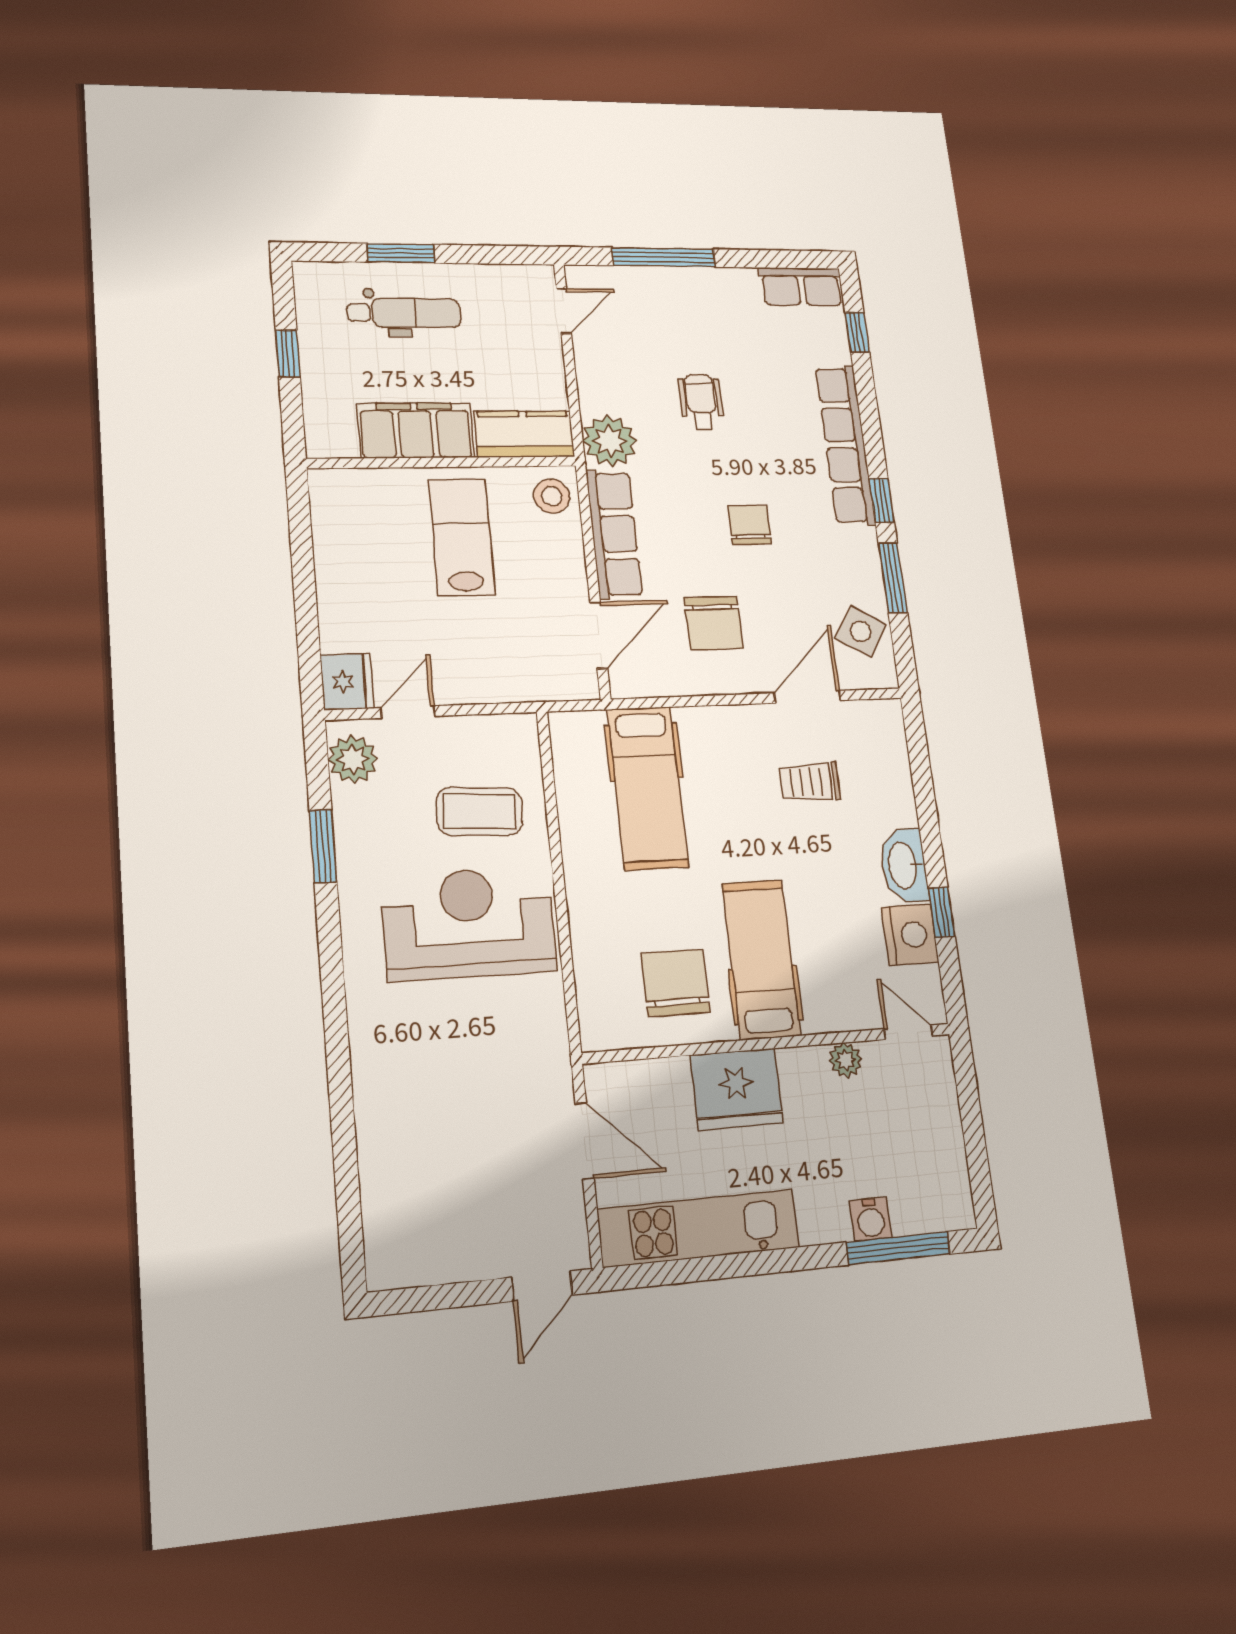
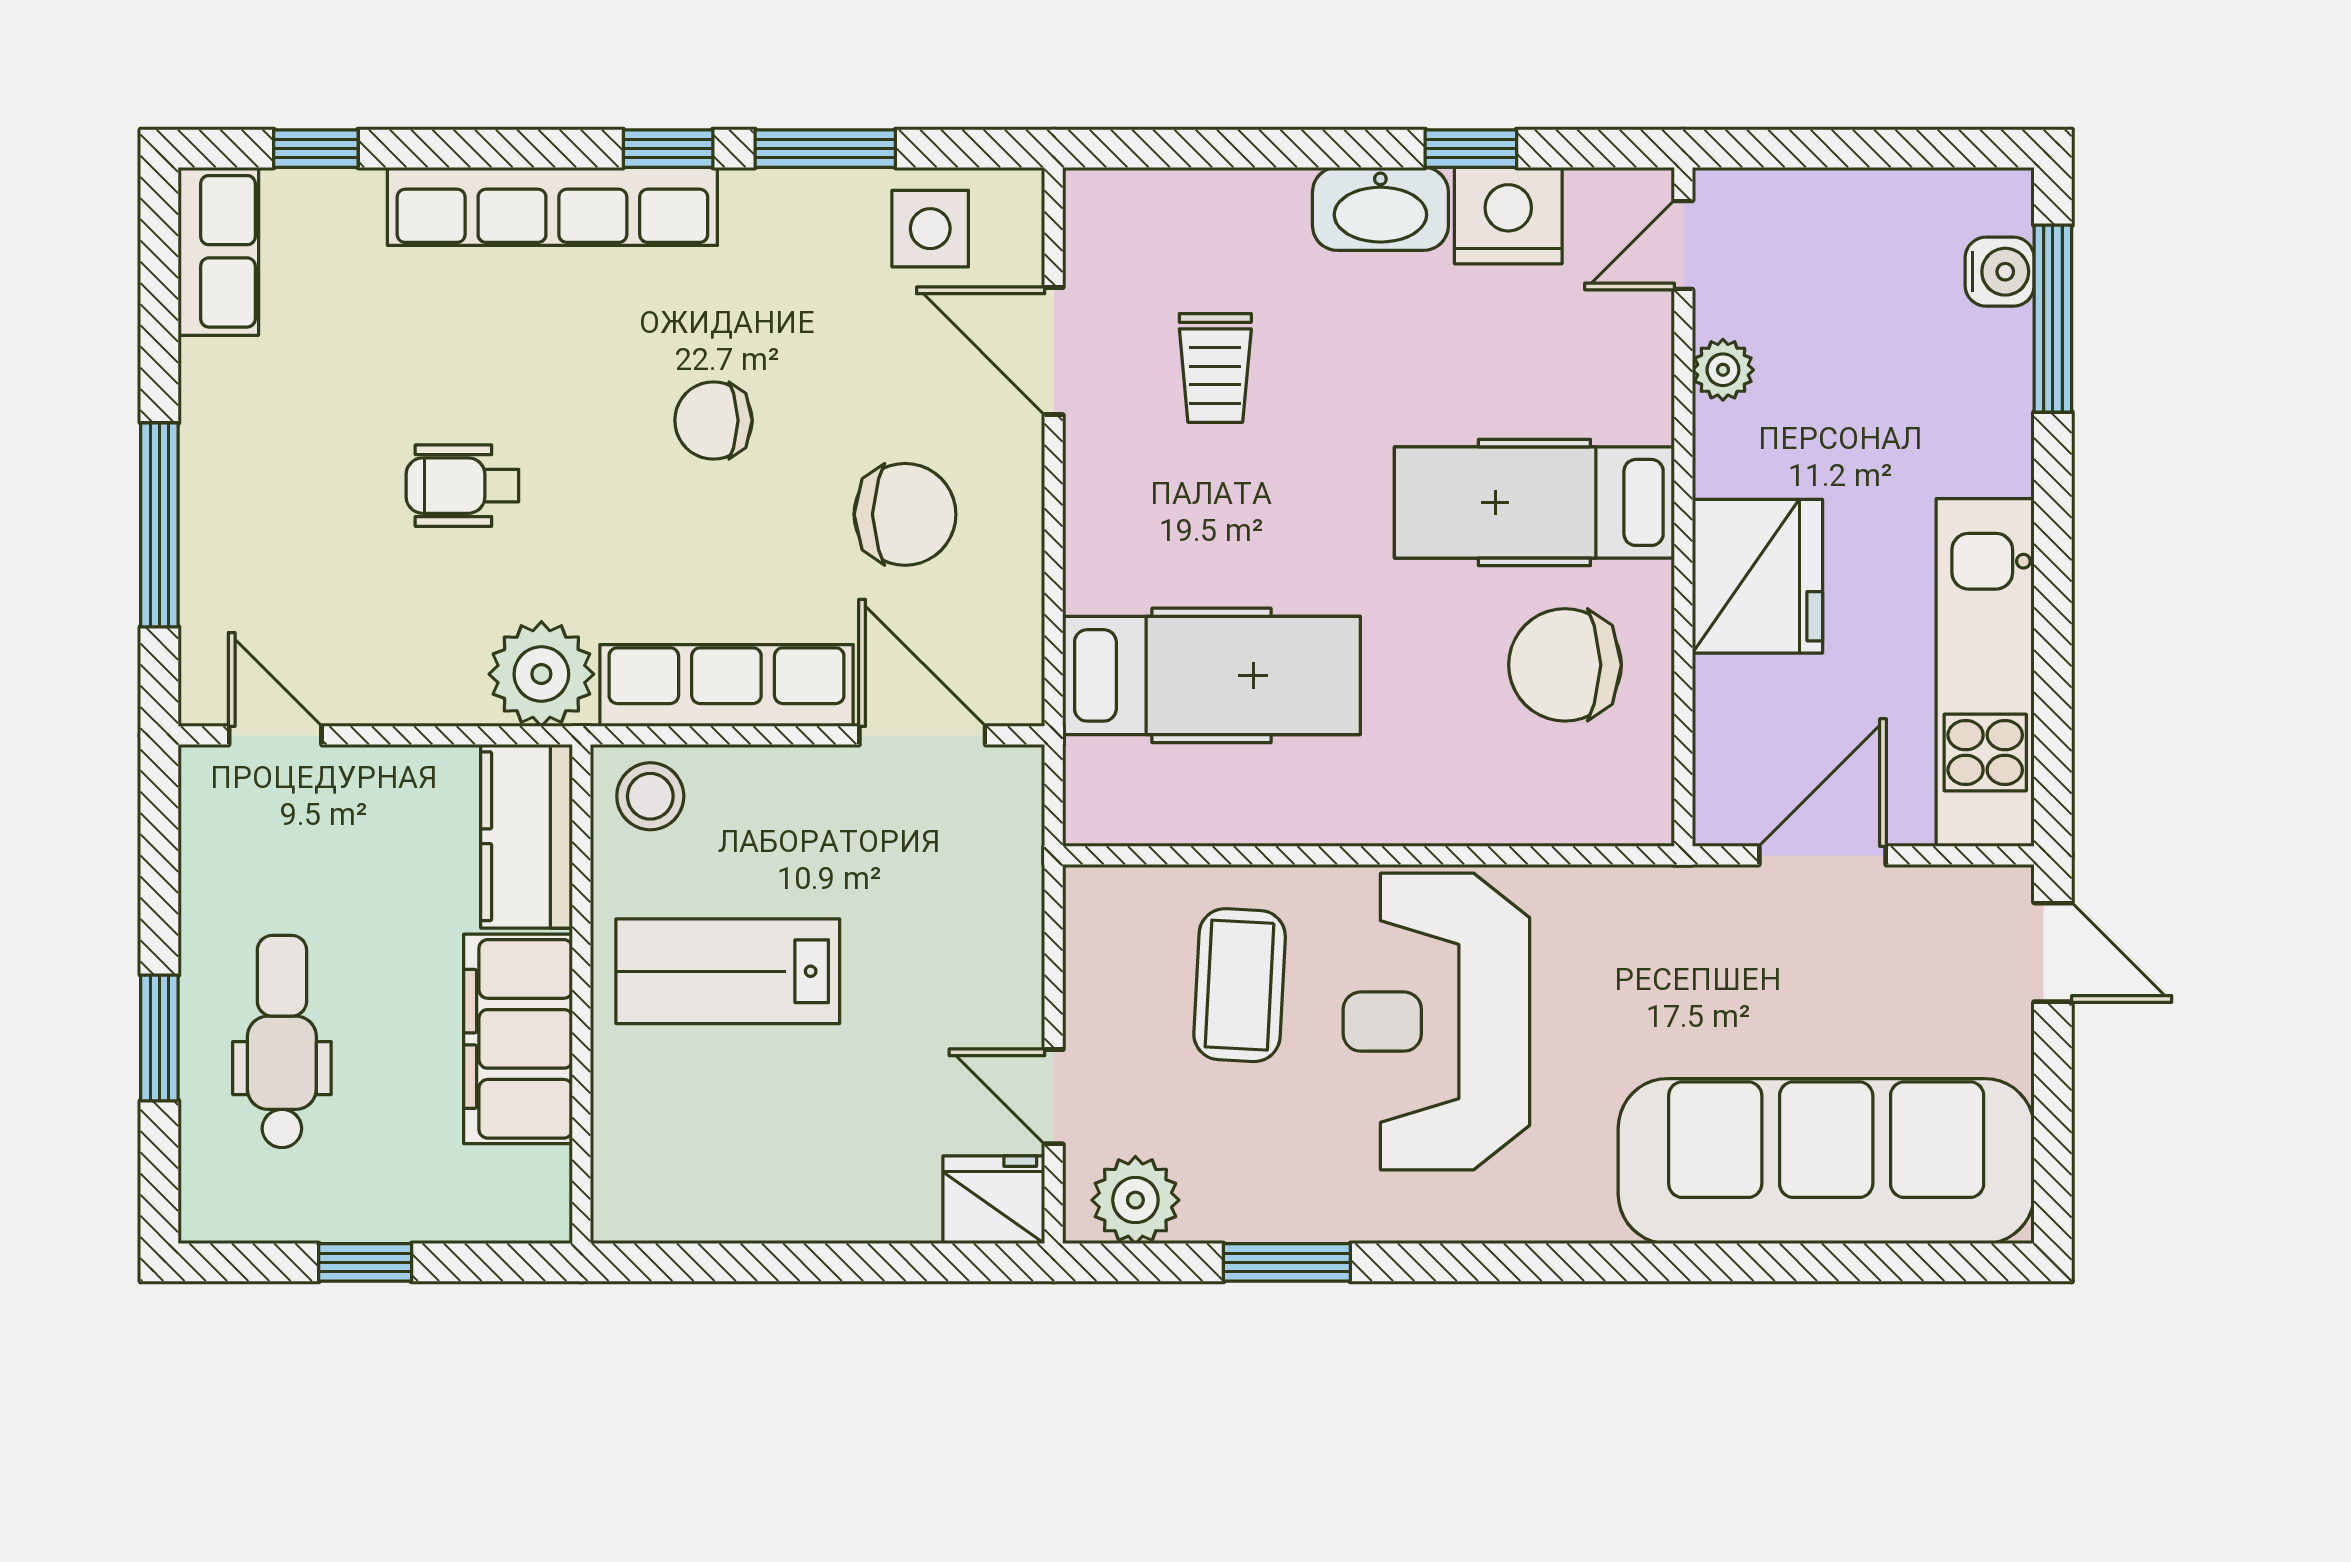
side table: (861, 631) -> (930, 229), turned -32
sofa: (407, 1159) -> (1826, 1161), added
water cooler: (871, 1219) -> (2000, 272), moved

